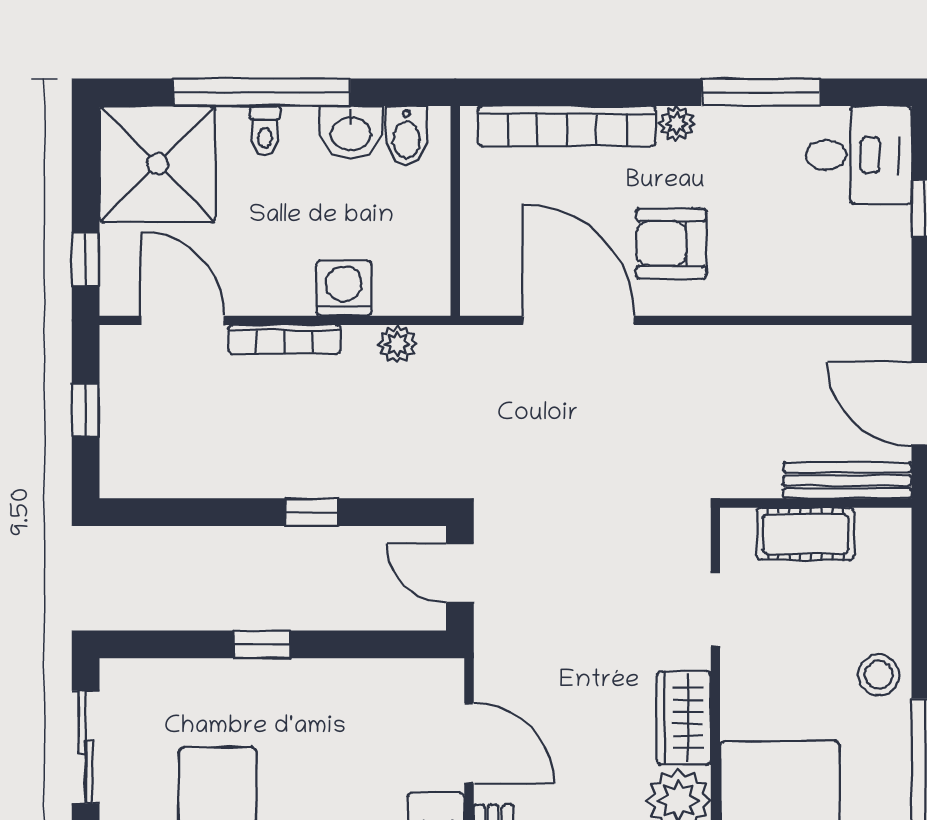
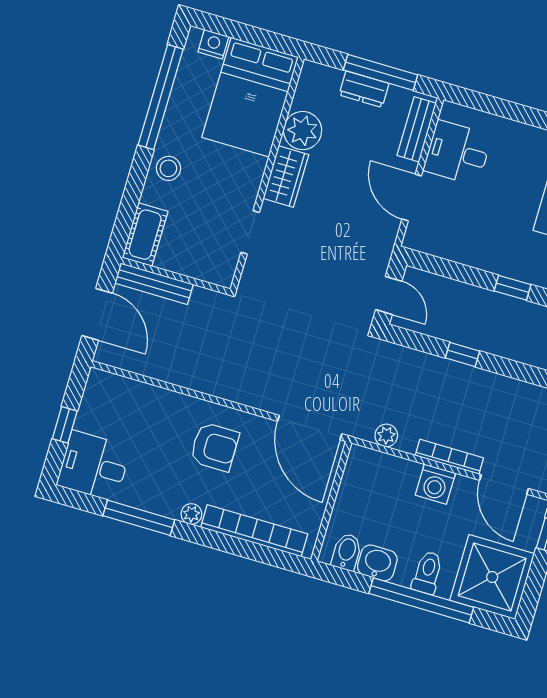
toilet: (265, 131) -> (427, 573), width x1.37, depth x1.39
washing machine: (344, 288) -> (435, 484), moved
door: (578, 320) -> (310, 428), moved
cot: (806, 534) -> (145, 235), moved, turned 90

